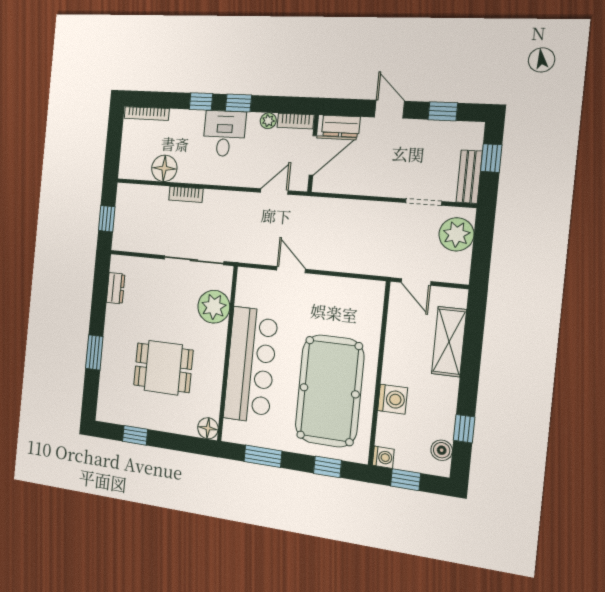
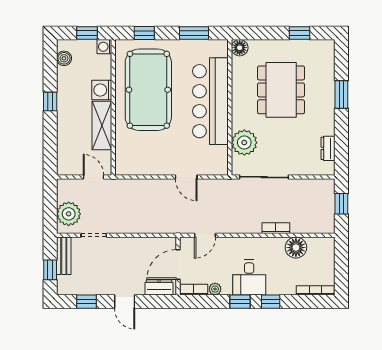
shelving: (449, 342) -> (102, 126), moved
dining table: (163, 368) -> (281, 90), width x1.38
window: (464, 429) -> (50, 102), moved

